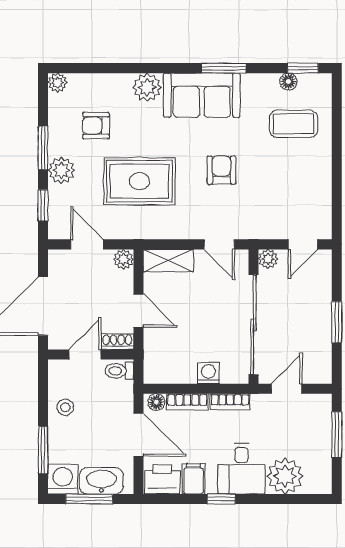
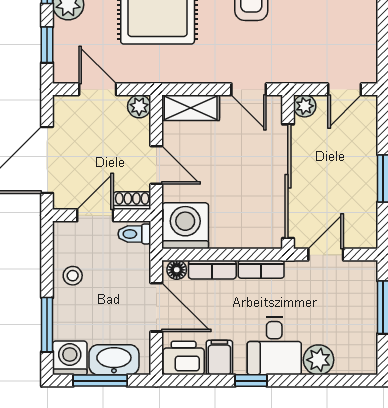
washing machine: (208, 373) -> (185, 226), moved, width x1.89, depth x1.89
plant: (285, 476) -> (319, 360), width x0.73, depth x0.73

